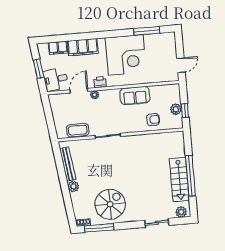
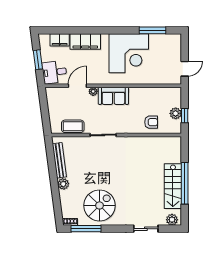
printer: (100, 82) -> (100, 79), removed
sofa: (135, 96) -> (113, 96), moved

